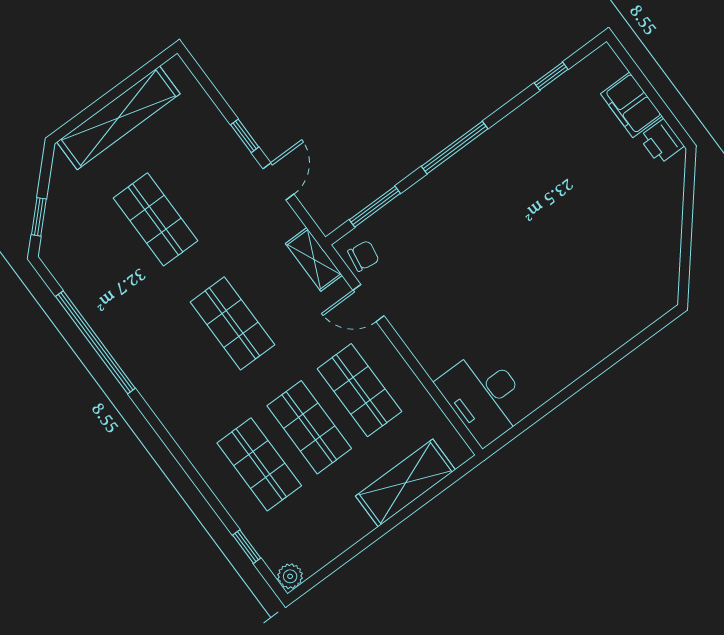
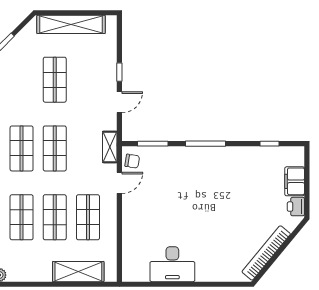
bookcase: (668, 245) -> (266, 253), added
door: (368, 303) -> (119, 183), swing flipped
shop shelf: (182, 360) -> (22, 148), added
desk: (484, 396) -> (172, 264), moved, turned -90

